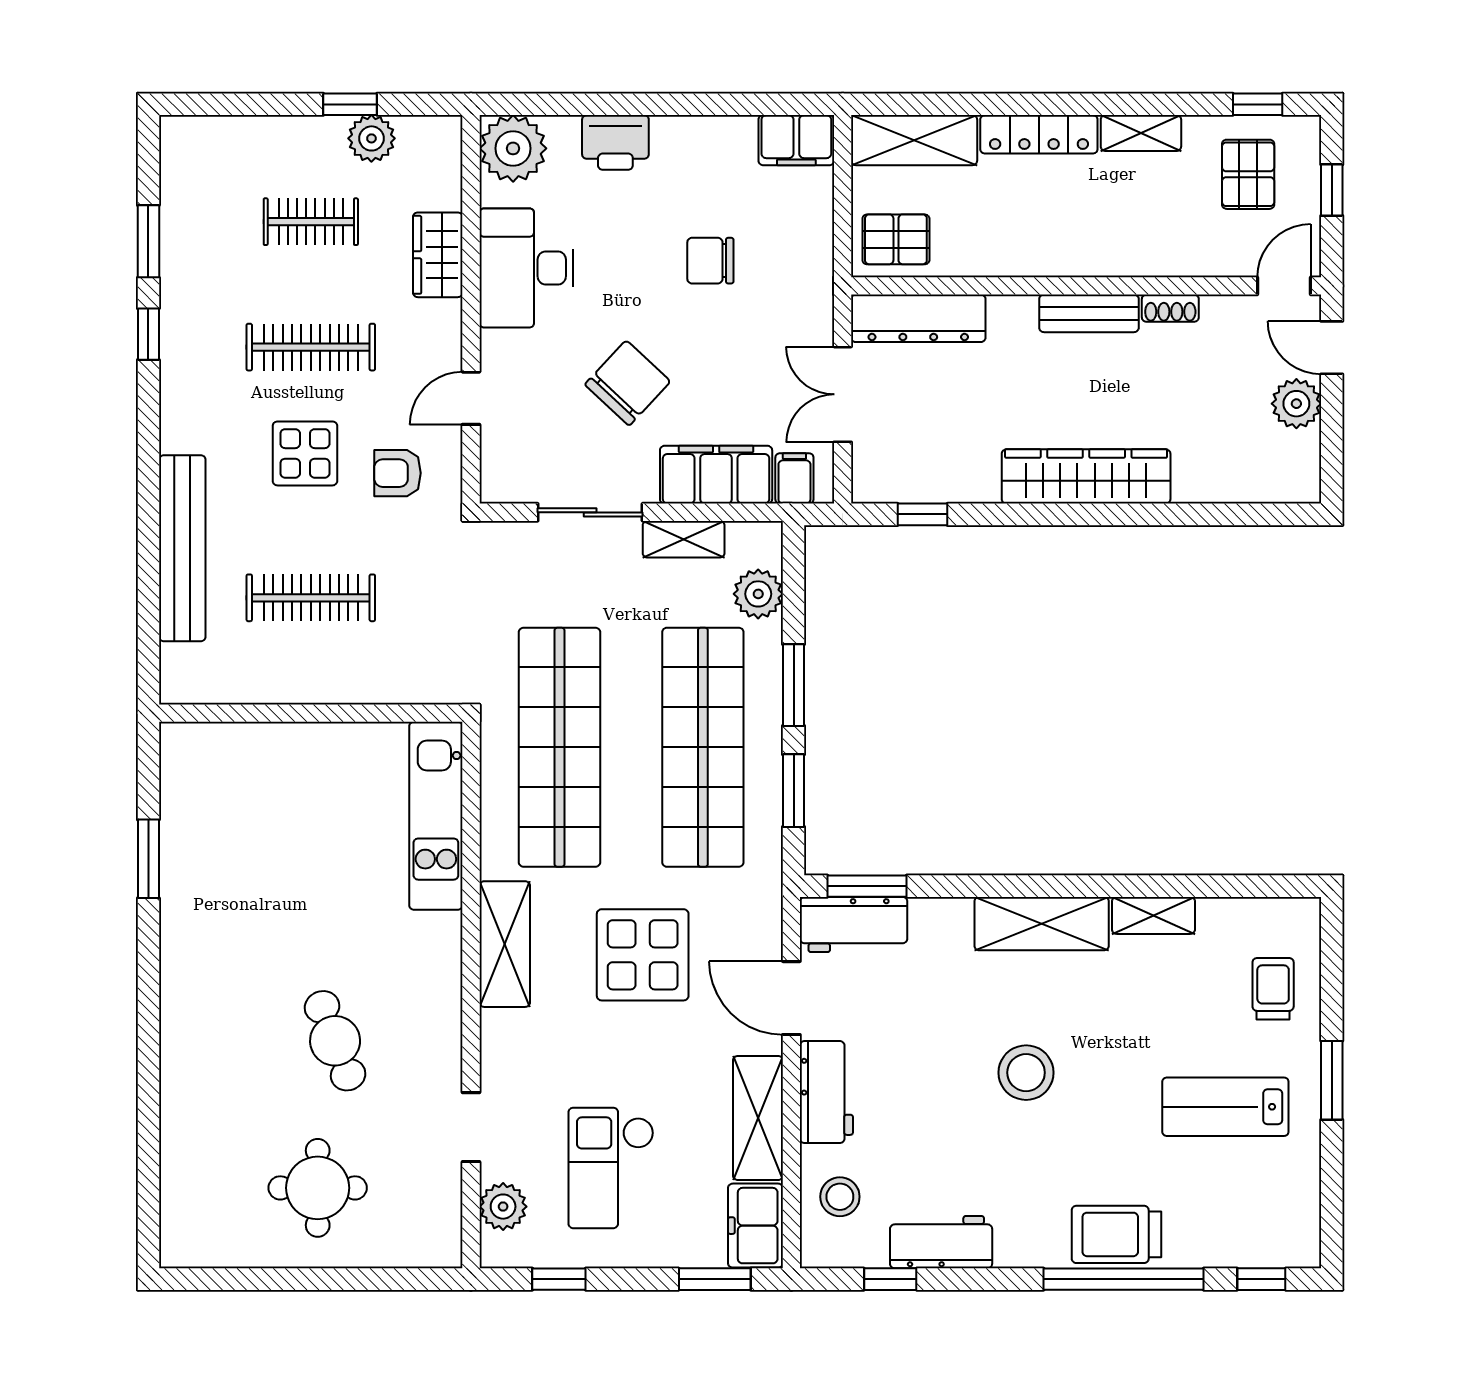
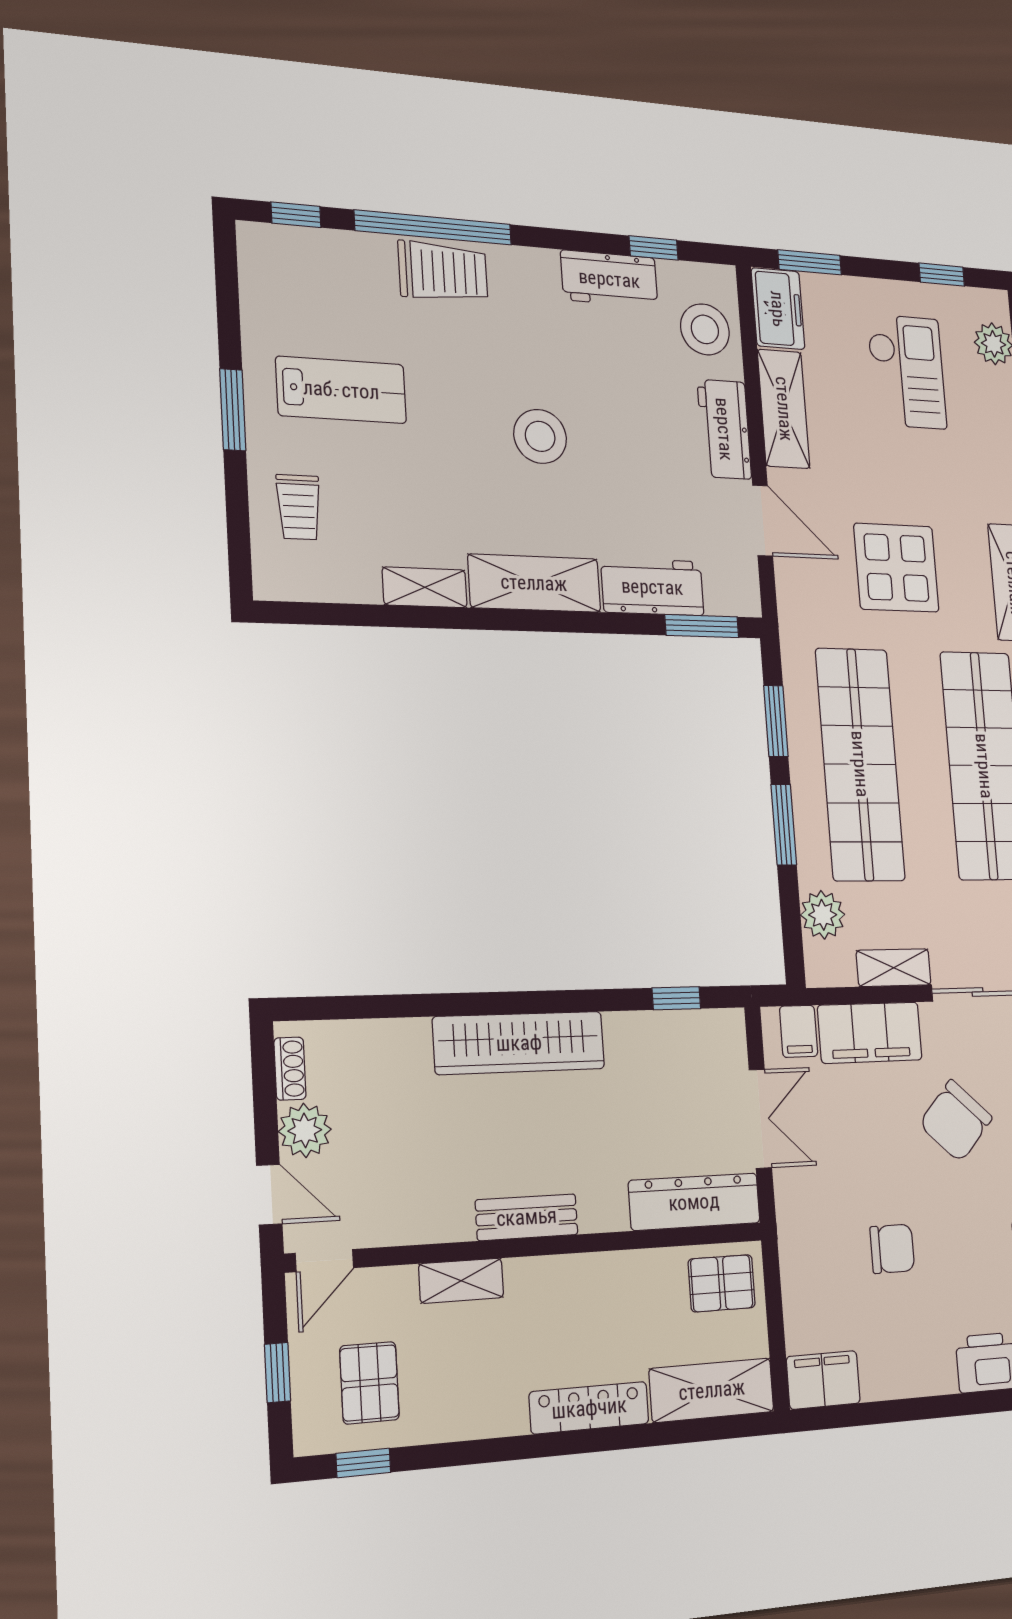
shelving: (1141, 133) -> (461, 1281), moved
shoe rack: (1170, 308) -> (290, 1069), moved, turned 90
workbench: (854, 924) -> (652, 587), moved
stool: (840, 1197) -> (705, 329), width x1.38, depth x1.38

